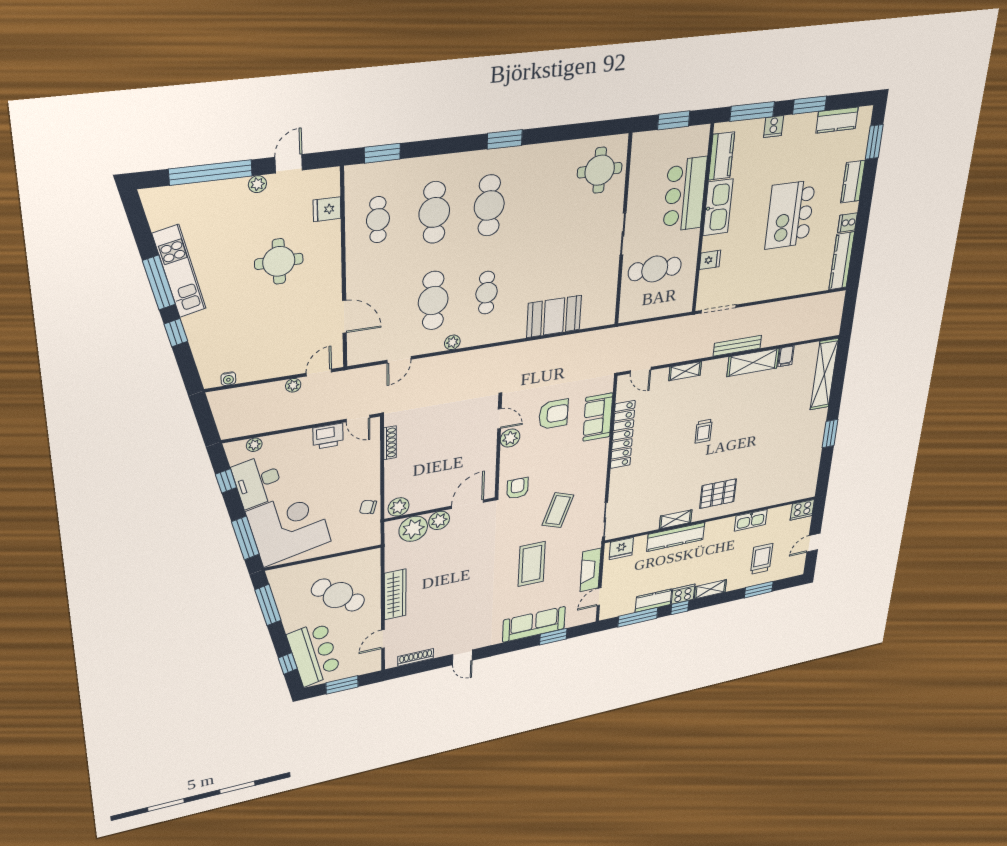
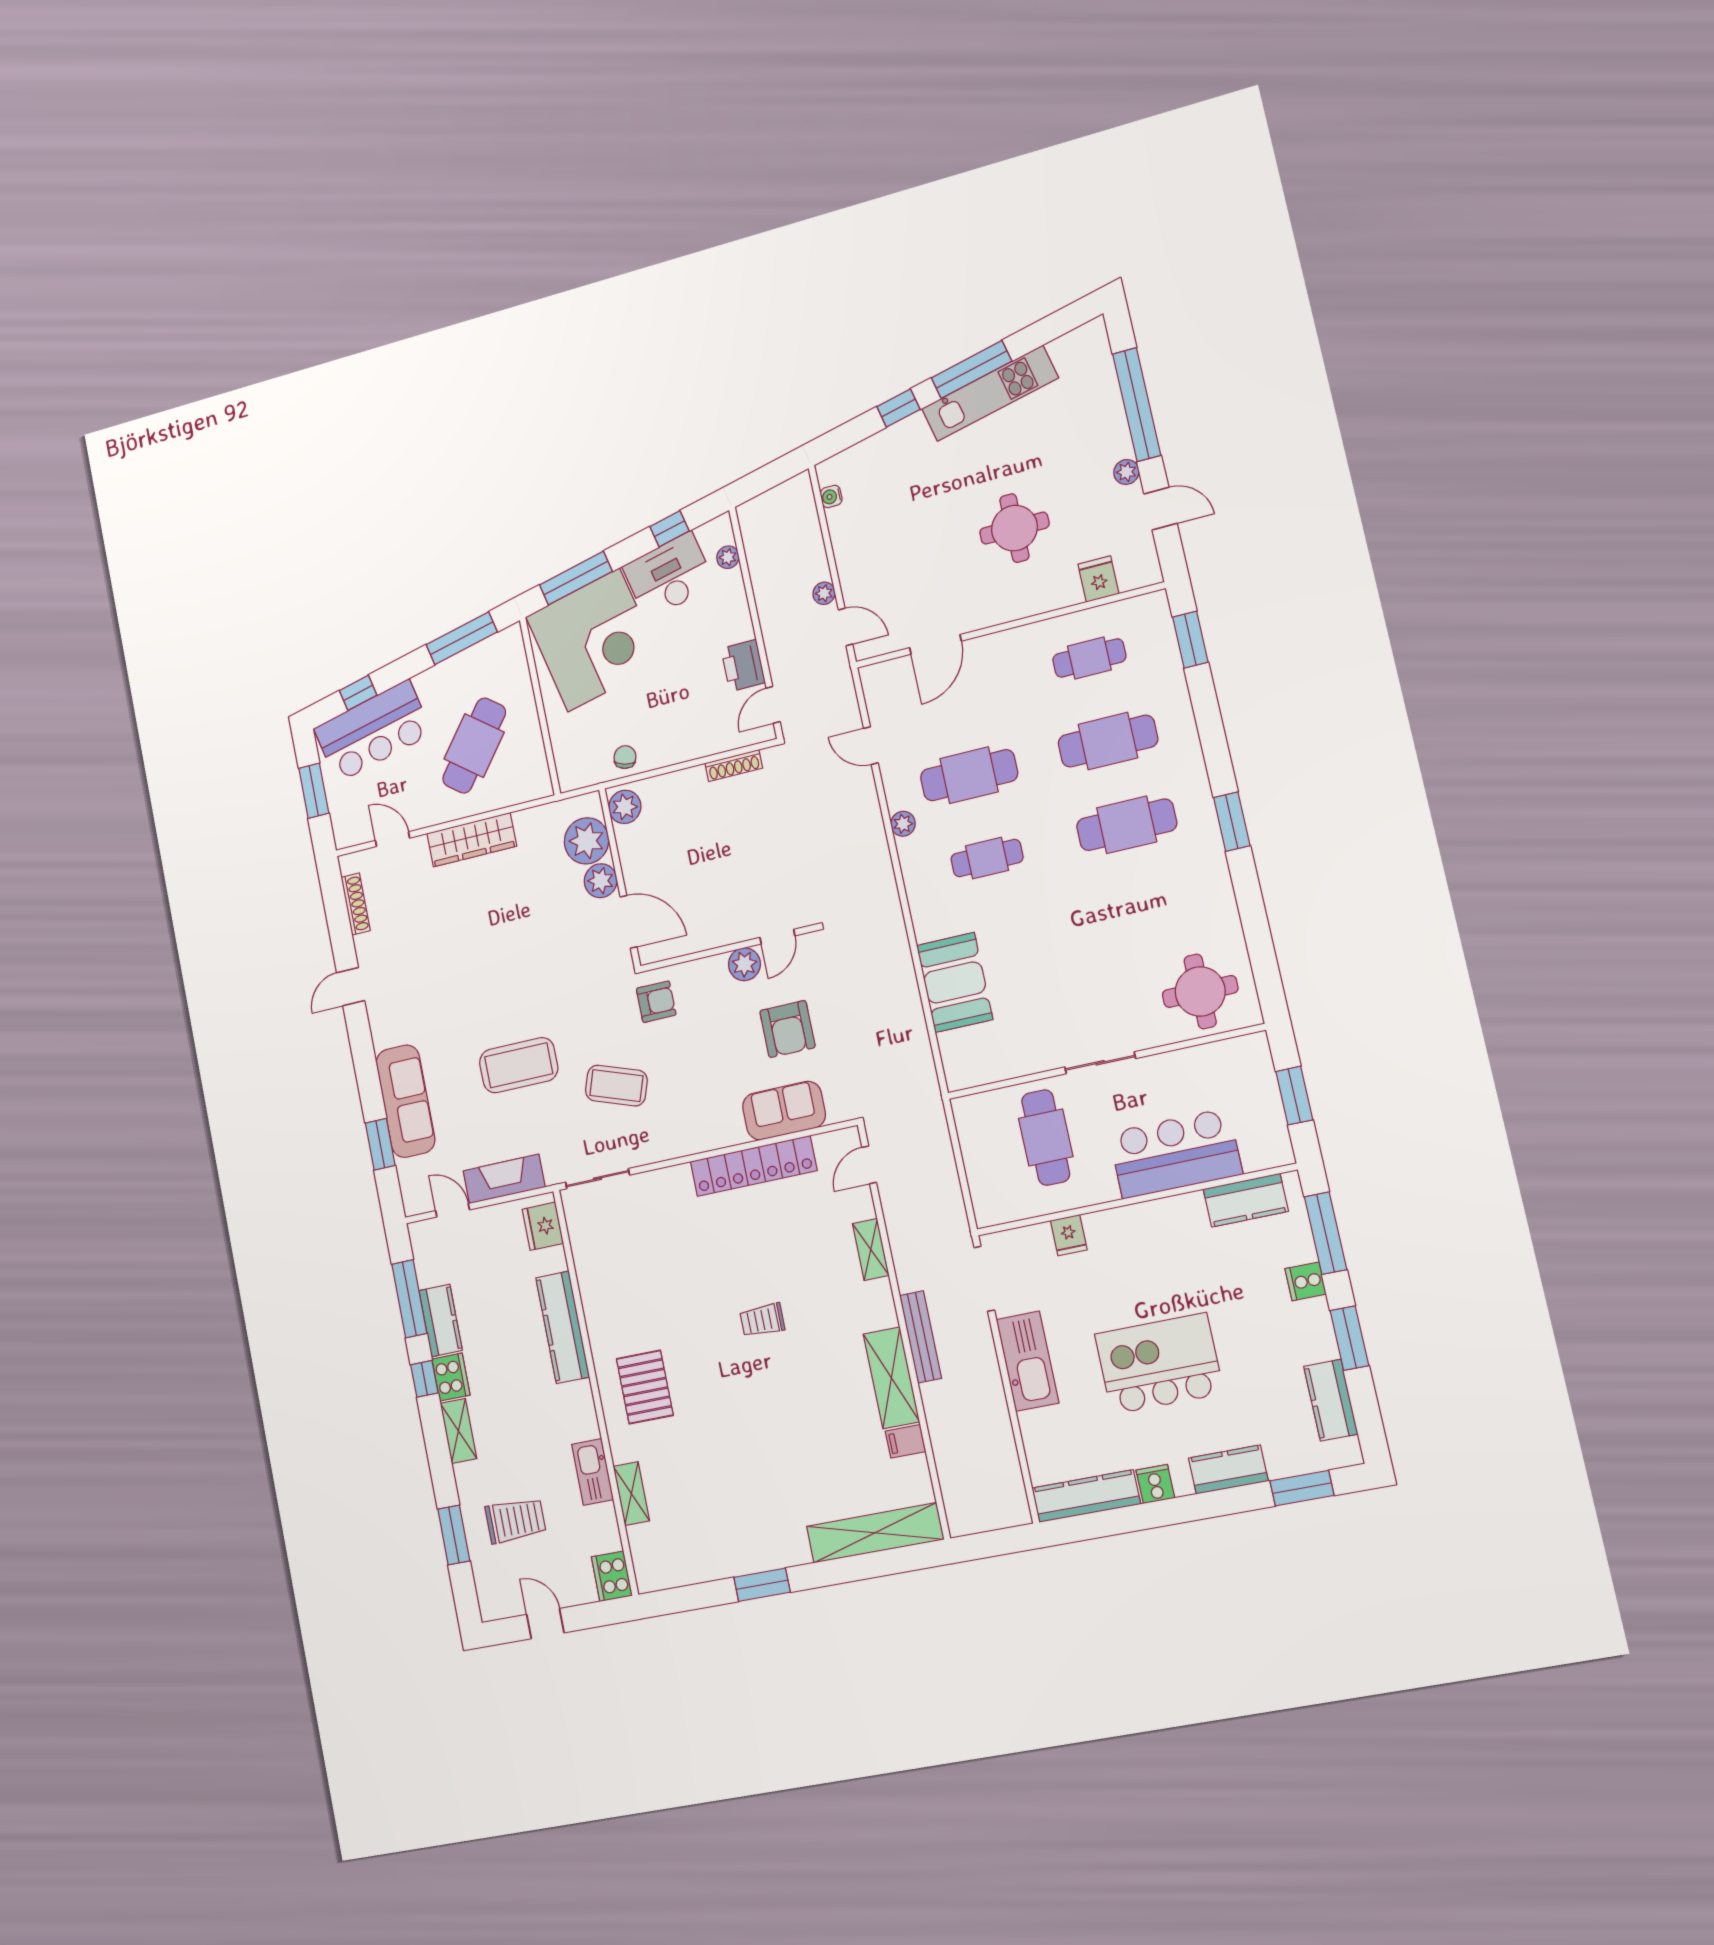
kitchen sink: (718, 207) -> (1027, 1361), moved, turned -90
shelving: (676, 519) -> (631, 1494), moved

